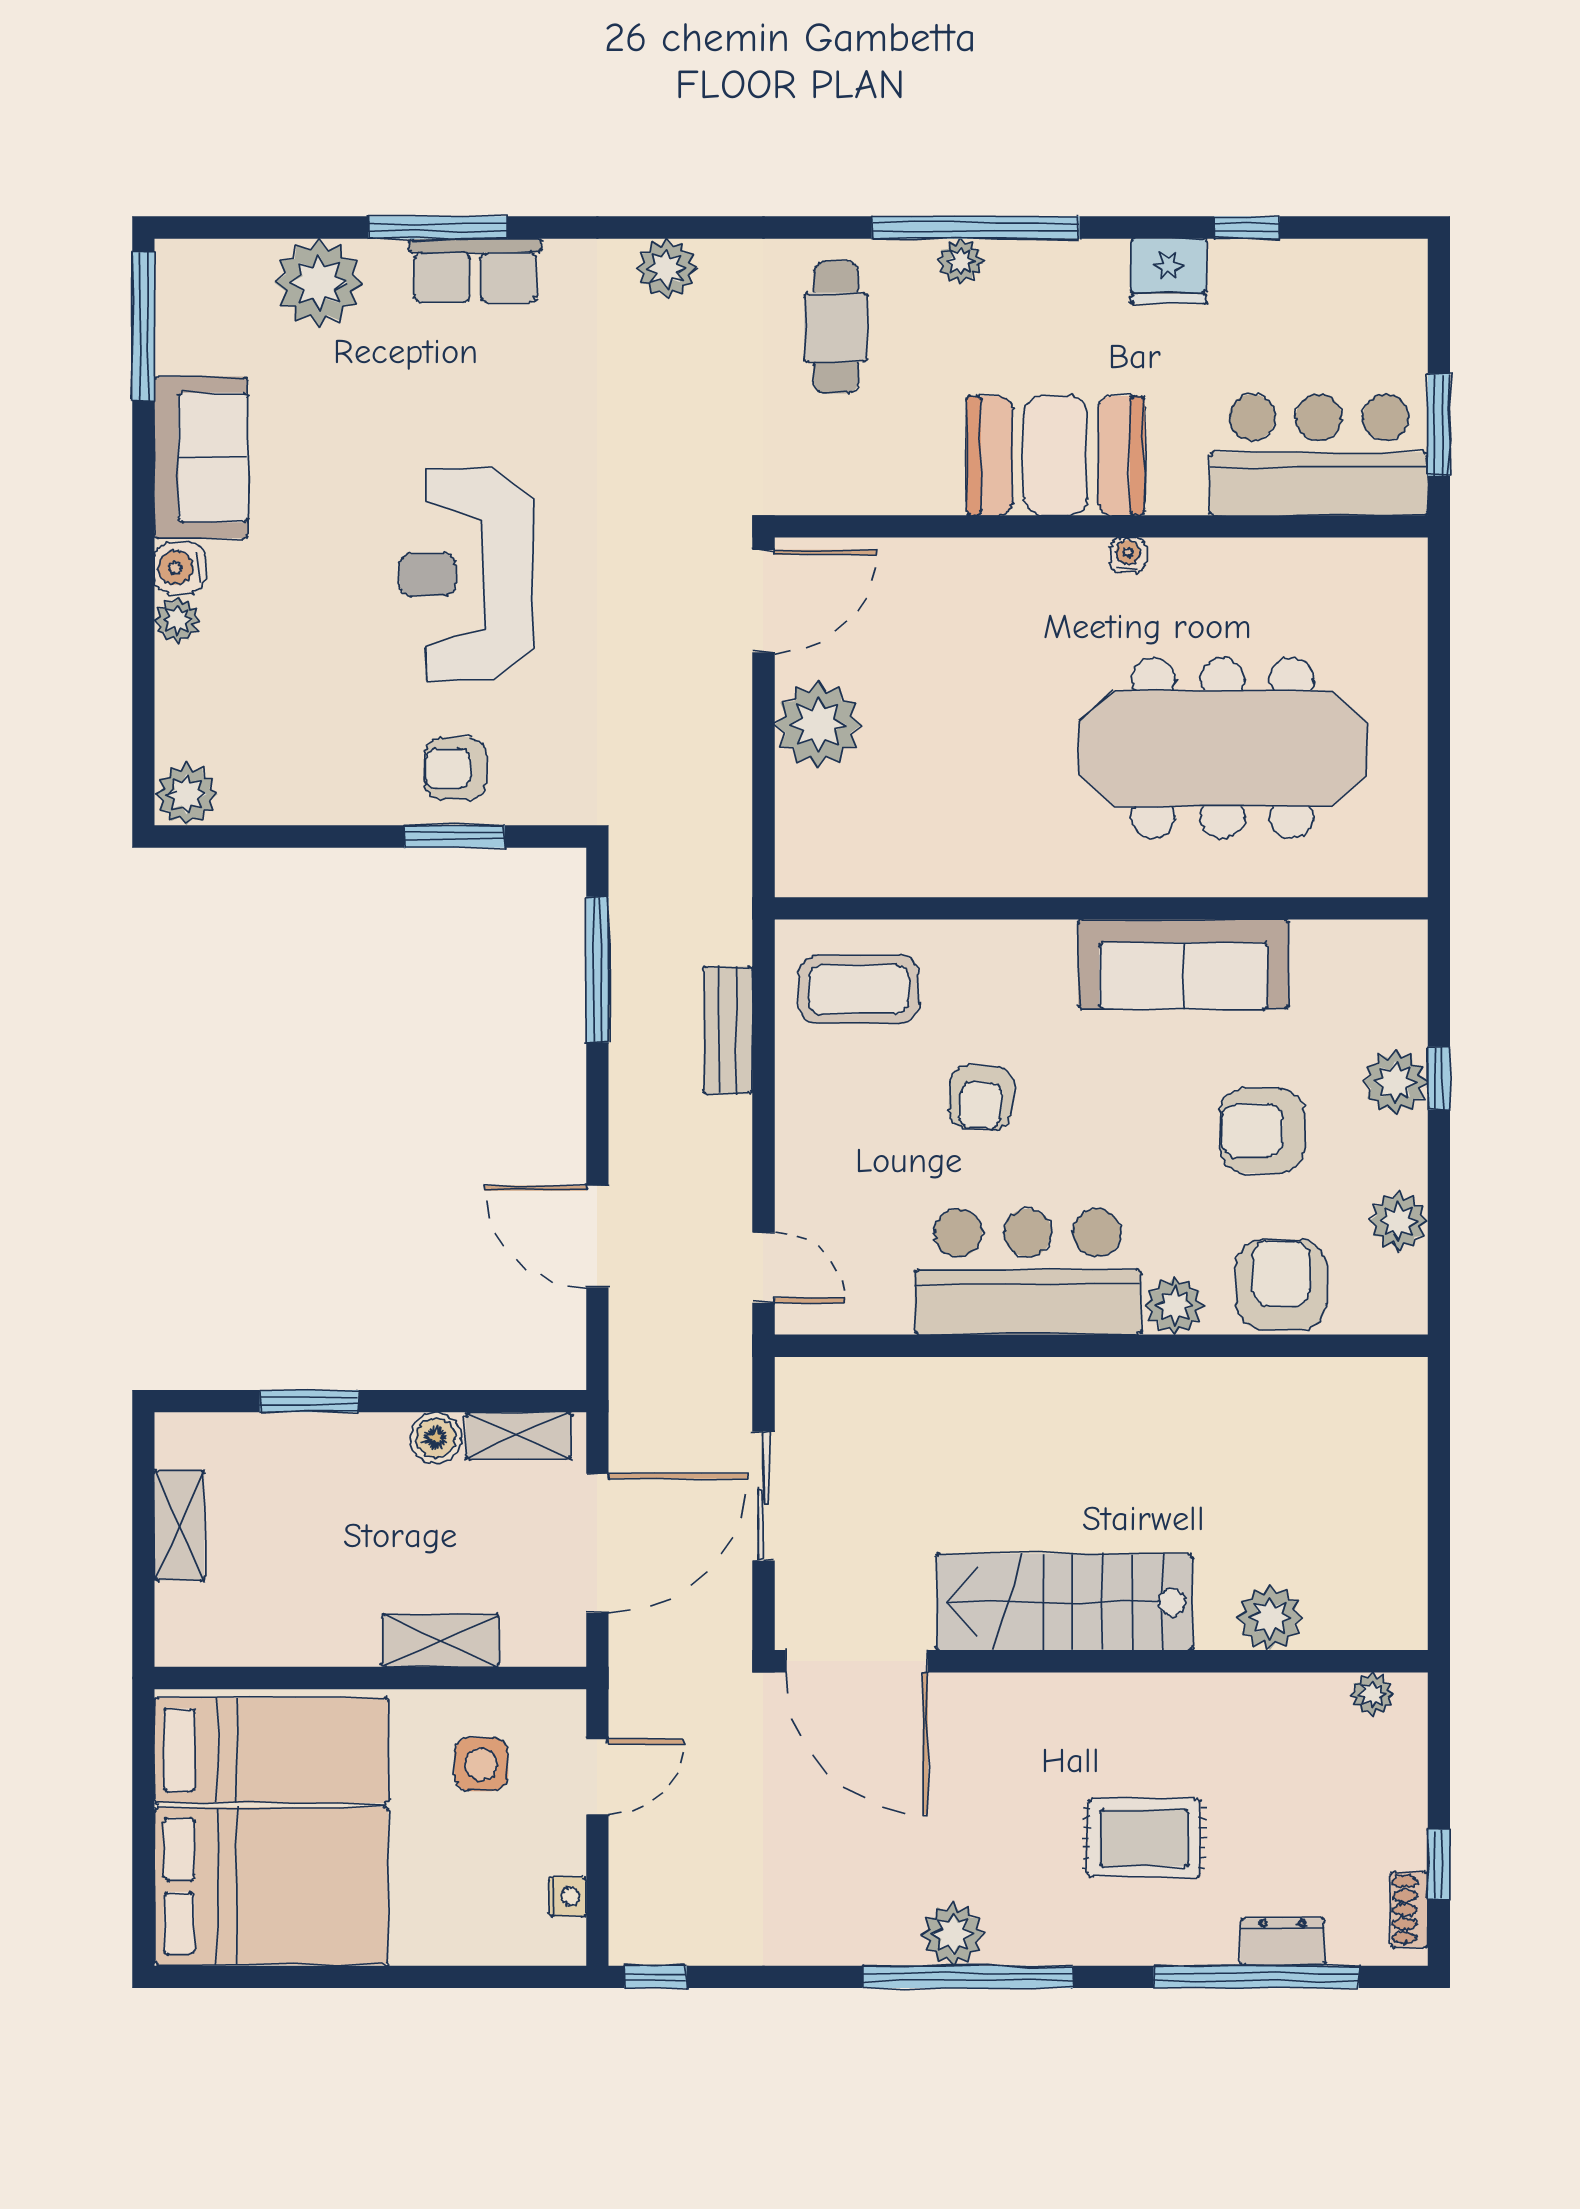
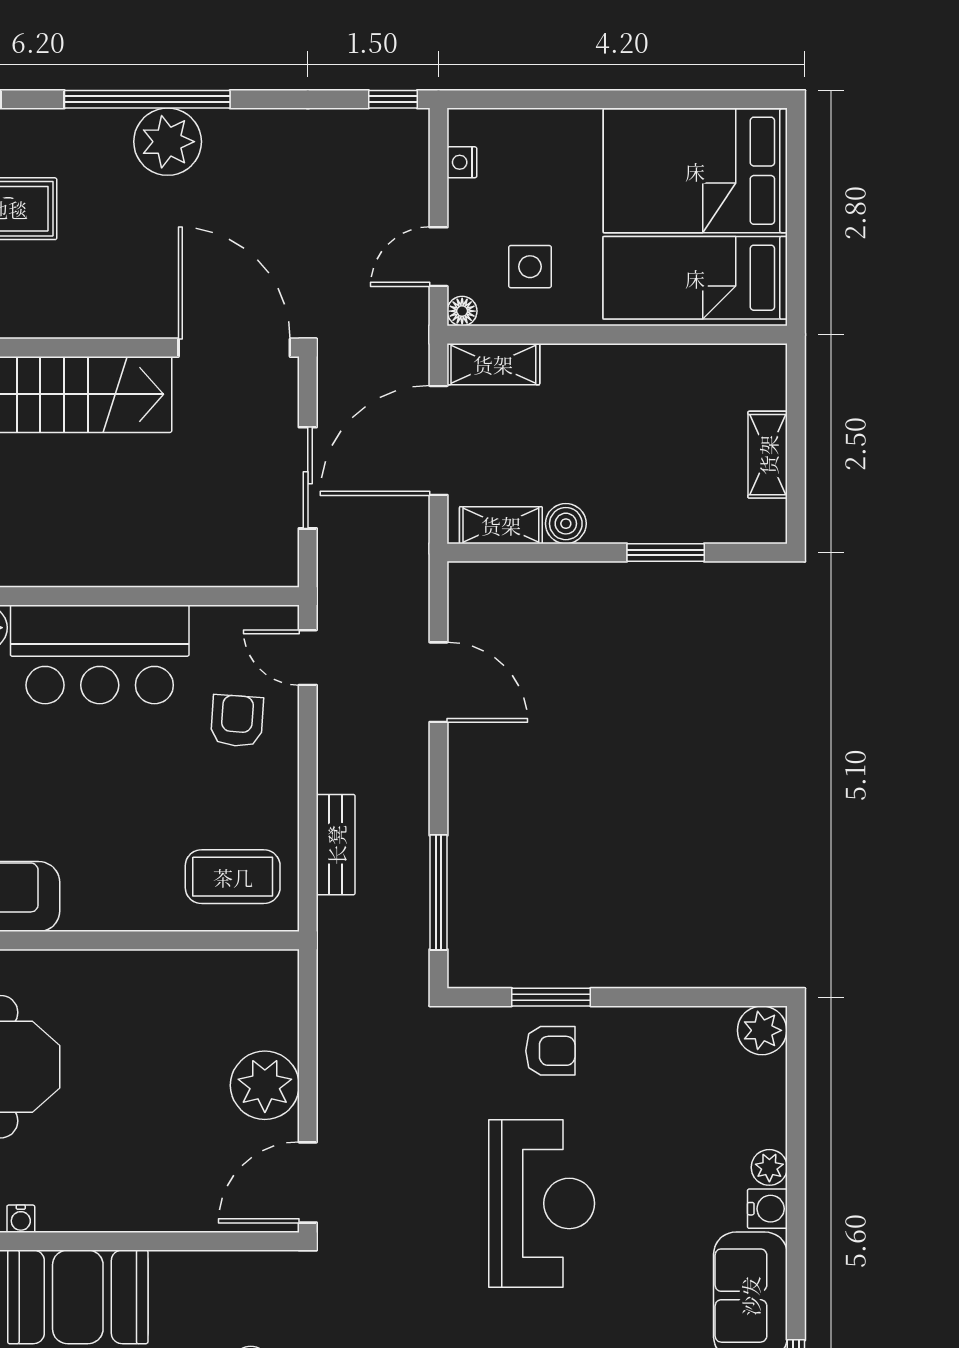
armchair: (981, 1098) -> (237, 721), moved
shelving: (440, 1640) -> (493, 364), moved
floor lamp: (567, 1708) -> (462, 311), added
plant: (953, 1934) -> (168, 142), width x1.36, depth x1.36

